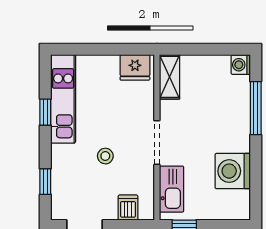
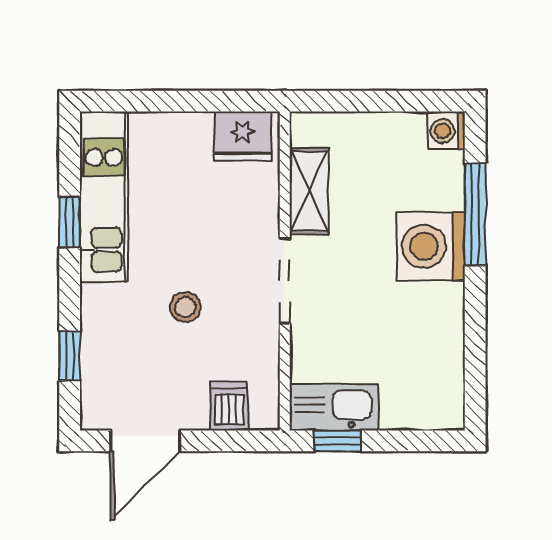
shelving: (169, 77) -> (309, 191), moved
washing machine: (233, 171) -> (431, 246), moved
kitchen sink: (172, 189) -> (334, 407), moved, turned -90

